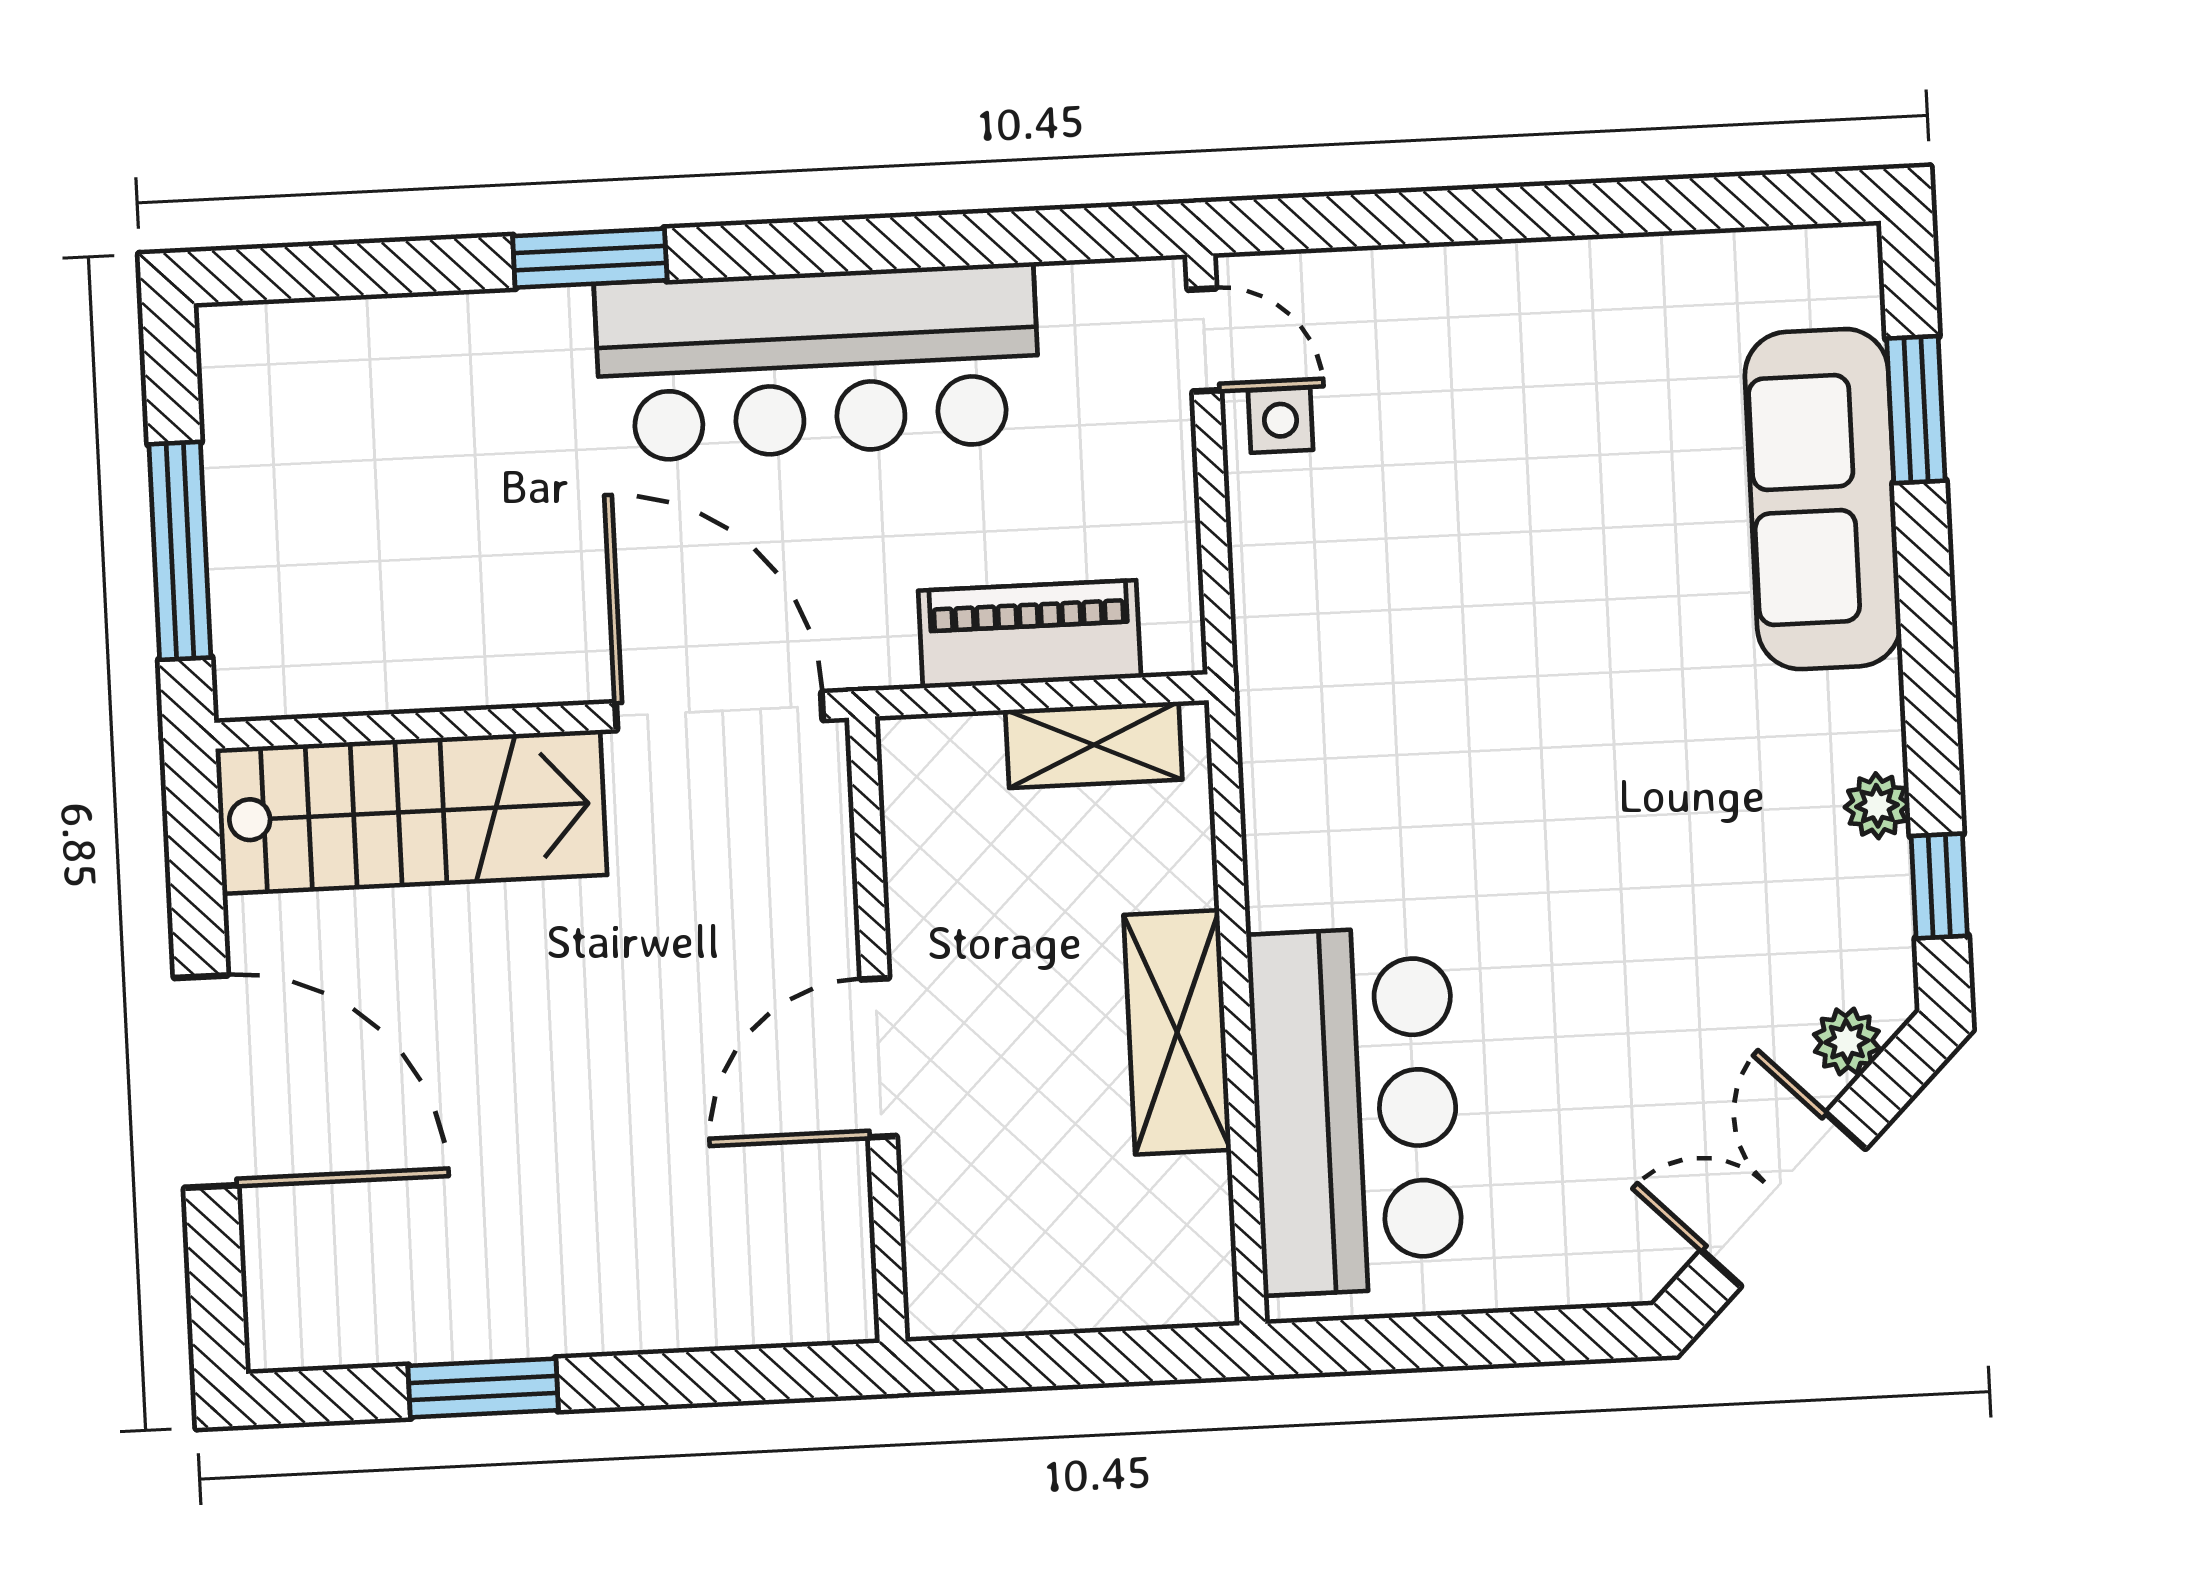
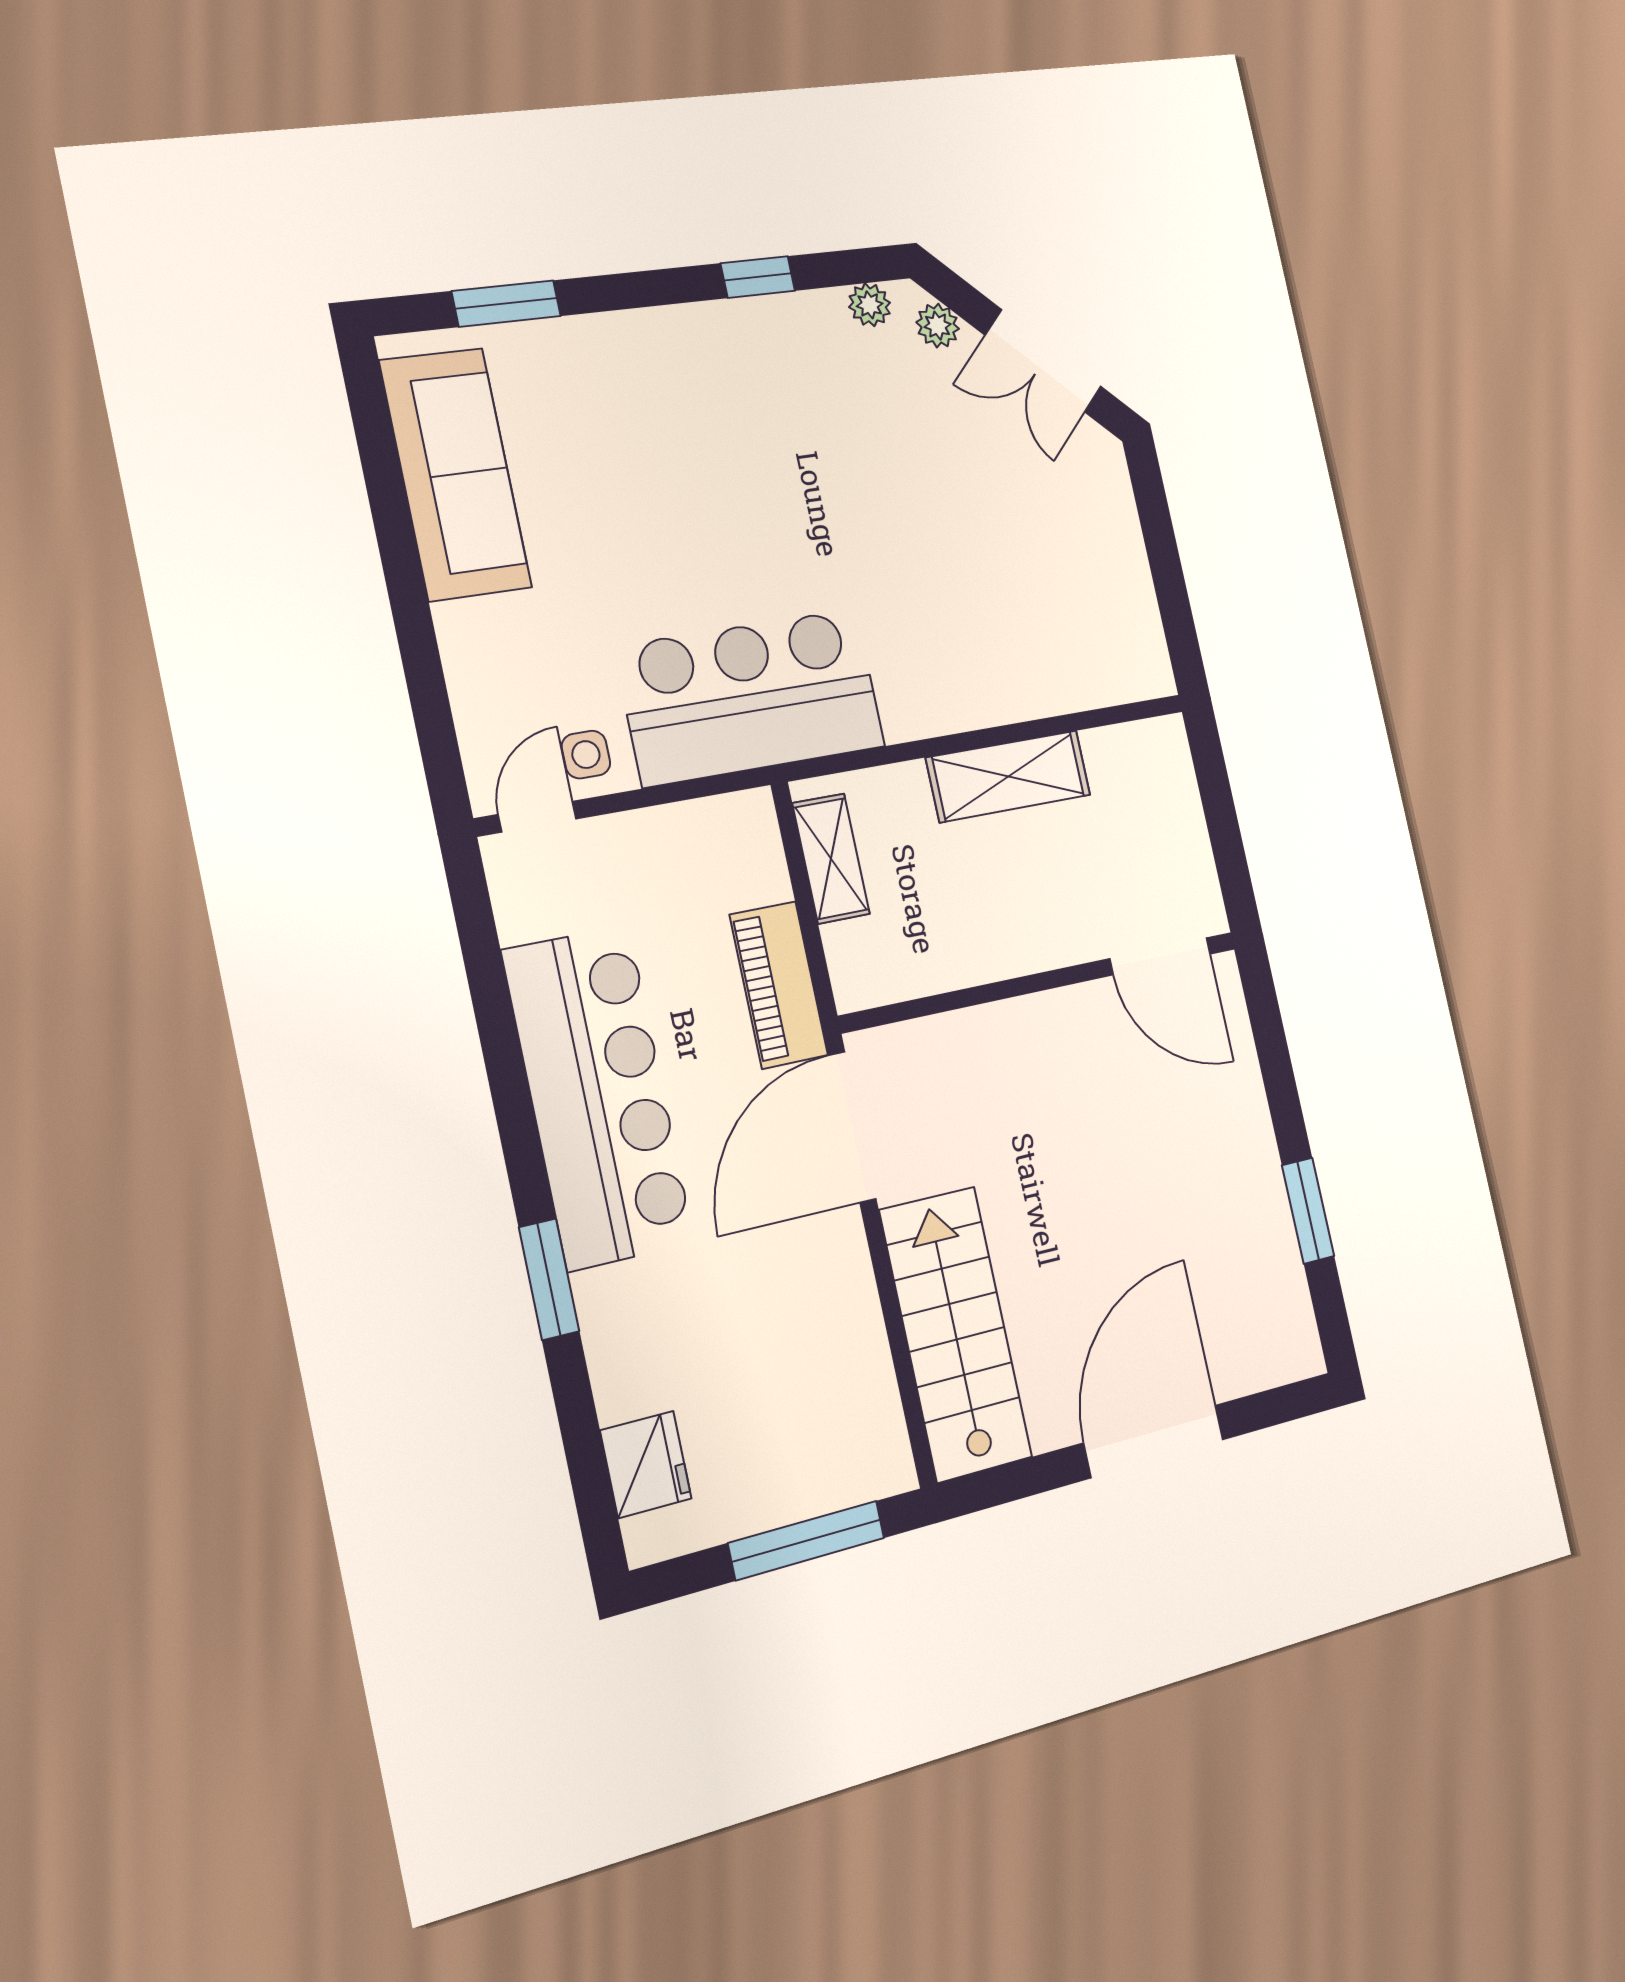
fridge: (325, 348) -> (646, 1464), added
sofa: (1823, 499) -> (455, 474), moved, turned -90
piano: (1030, 634) -> (779, 985), moved
plant: (1877, 806) -> (870, 305), moved
window: (1939, 886) -> (758, 277), moved
door: (879, 1058) -> (1160, 956), moved
bar counter: (1355, 1110) -> (751, 697), moved

